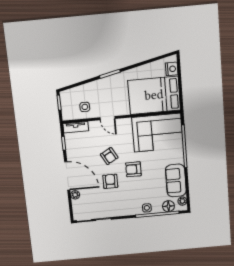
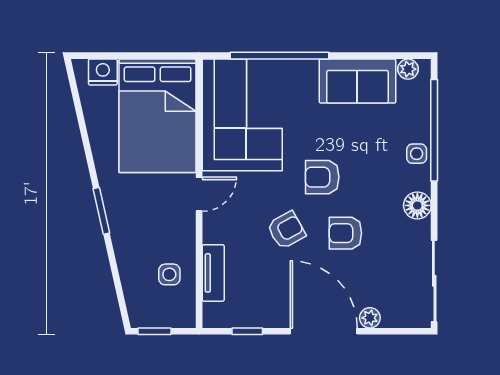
door: (108, 118) -> (199, 194), moved
tv unit: (76, 127) -> (213, 273), moved
armchair: (133, 169) -> (322, 177), turned 90
door: (67, 176) -> (324, 331), hinge flipped
floor lamp: (168, 206) -> (417, 205), moved

